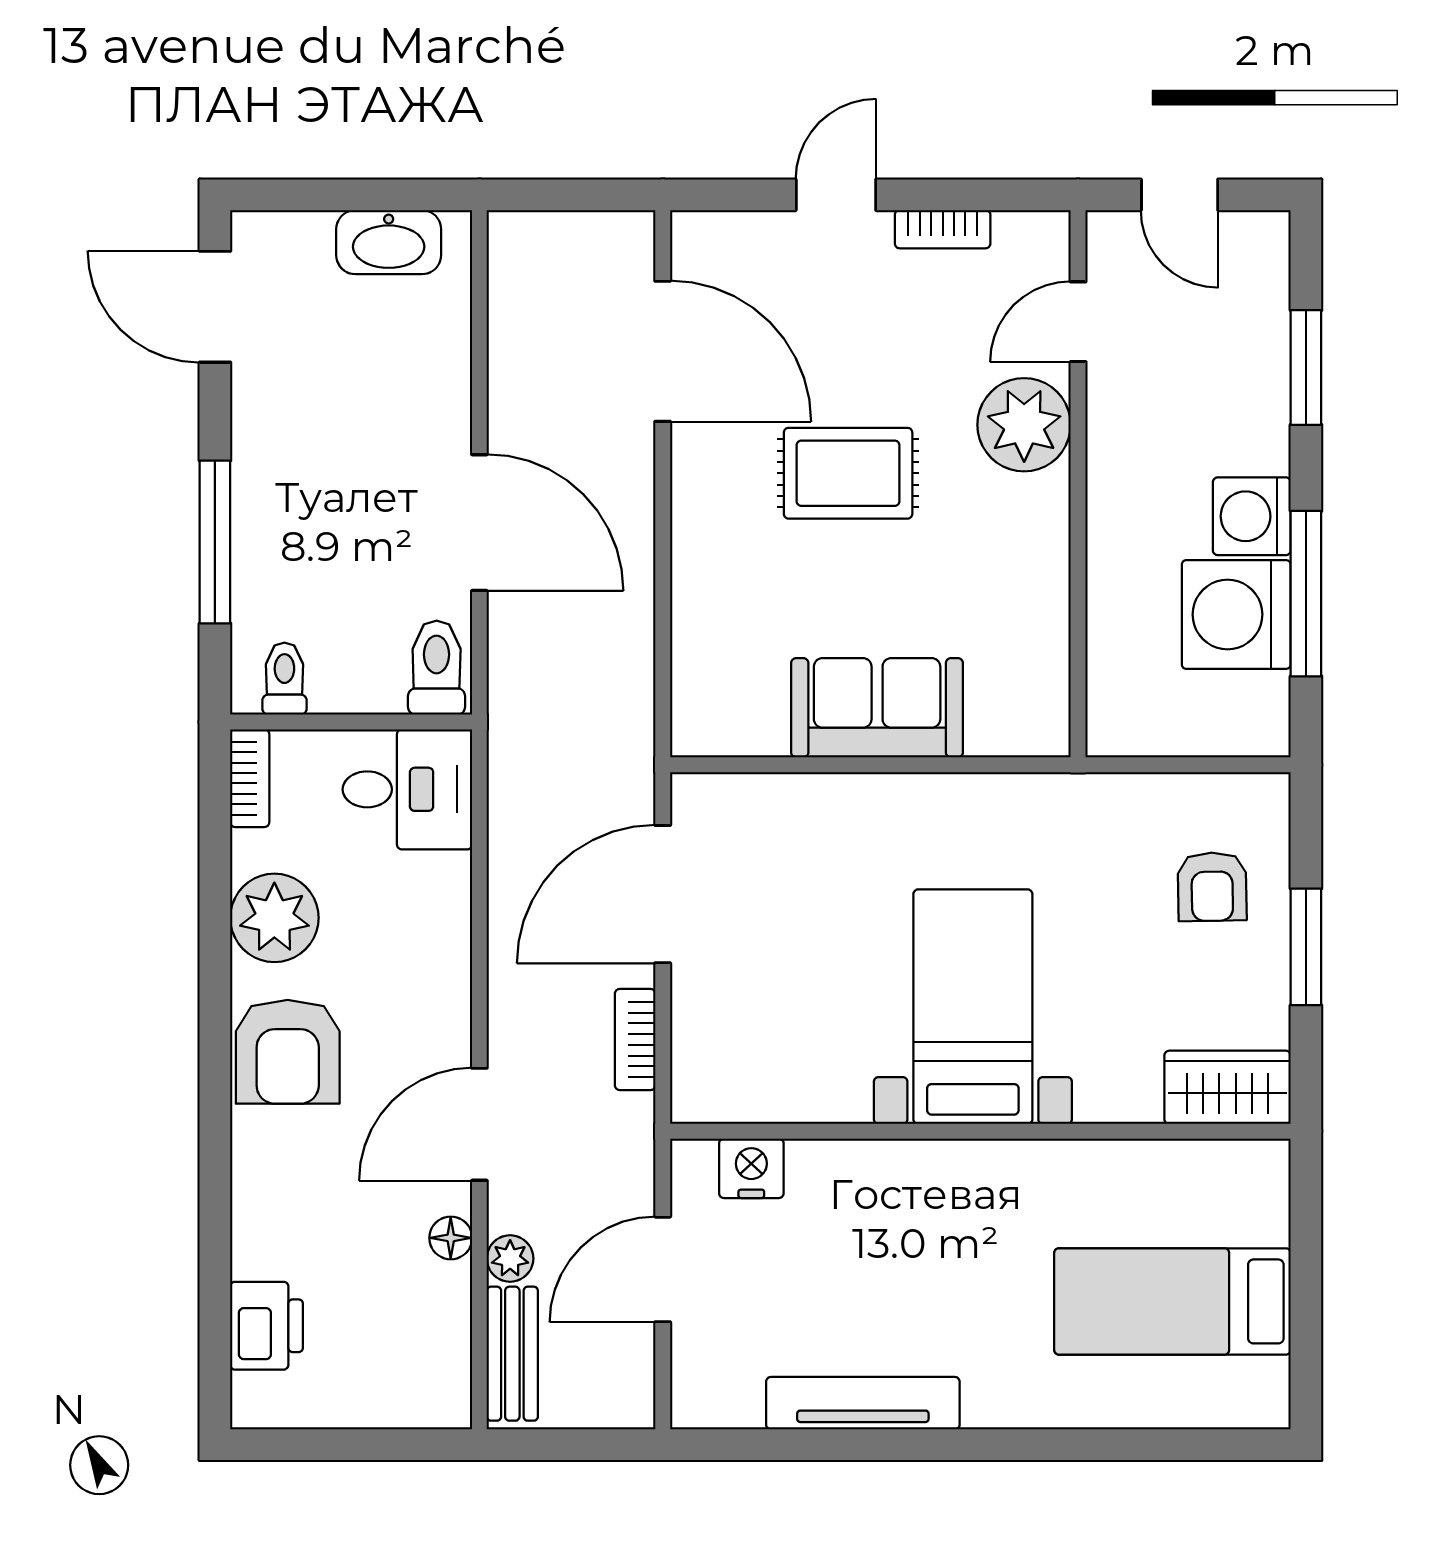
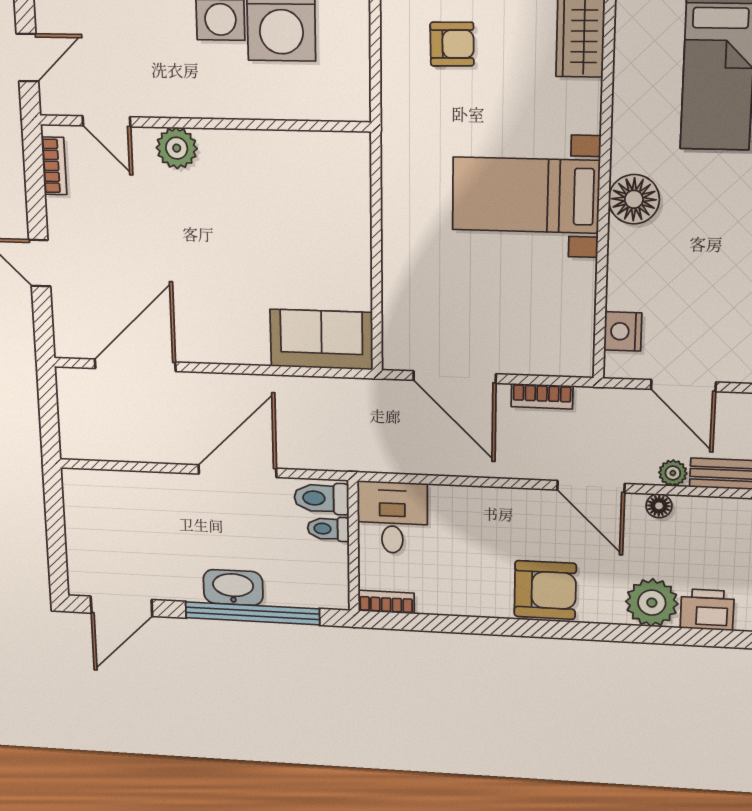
bookcase: (943, 229) -> (54, 166), moved
washbasin: (389, 242) -> (233, 587), moved, turned -90
plant: (1024, 425) -> (177, 148), width x0.73, depth x0.73
rug: (848, 473) -> (202, 261), removed
window: (215, 542) -> (252, 613), width x1.46
toilet: (284, 679) -> (328, 529), moved
sofa: (877, 708) -> (321, 339), moved, turned 90
plant: (274, 918) -> (652, 603), moved
floor lamp: (971, 1179) -> (634, 199), added

